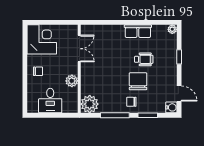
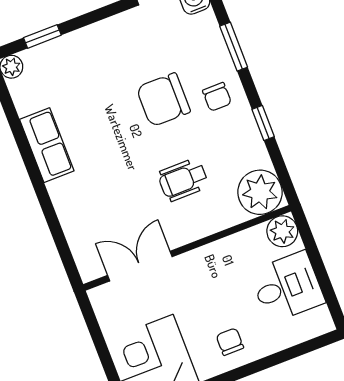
window: (179, 57) -> (42, 36), moved
wheelchair: (144, 59) -> (183, 180), moved, turned -90
plant: (72, 81) -> (282, 231), moved
window: (115, 115) -> (263, 123), width x0.46

